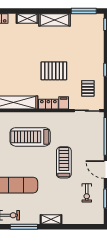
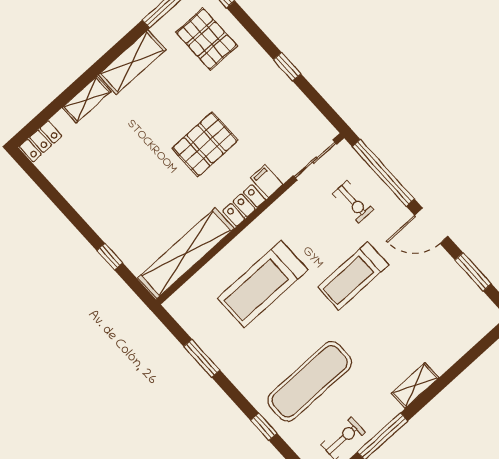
pallet: (88, 88) -> (207, 39), moved, width x1.50, depth x1.42
treadmill: (64, 162) -> (353, 276), turned -90
exercise bike: (87, 193) -> (353, 202), moved

